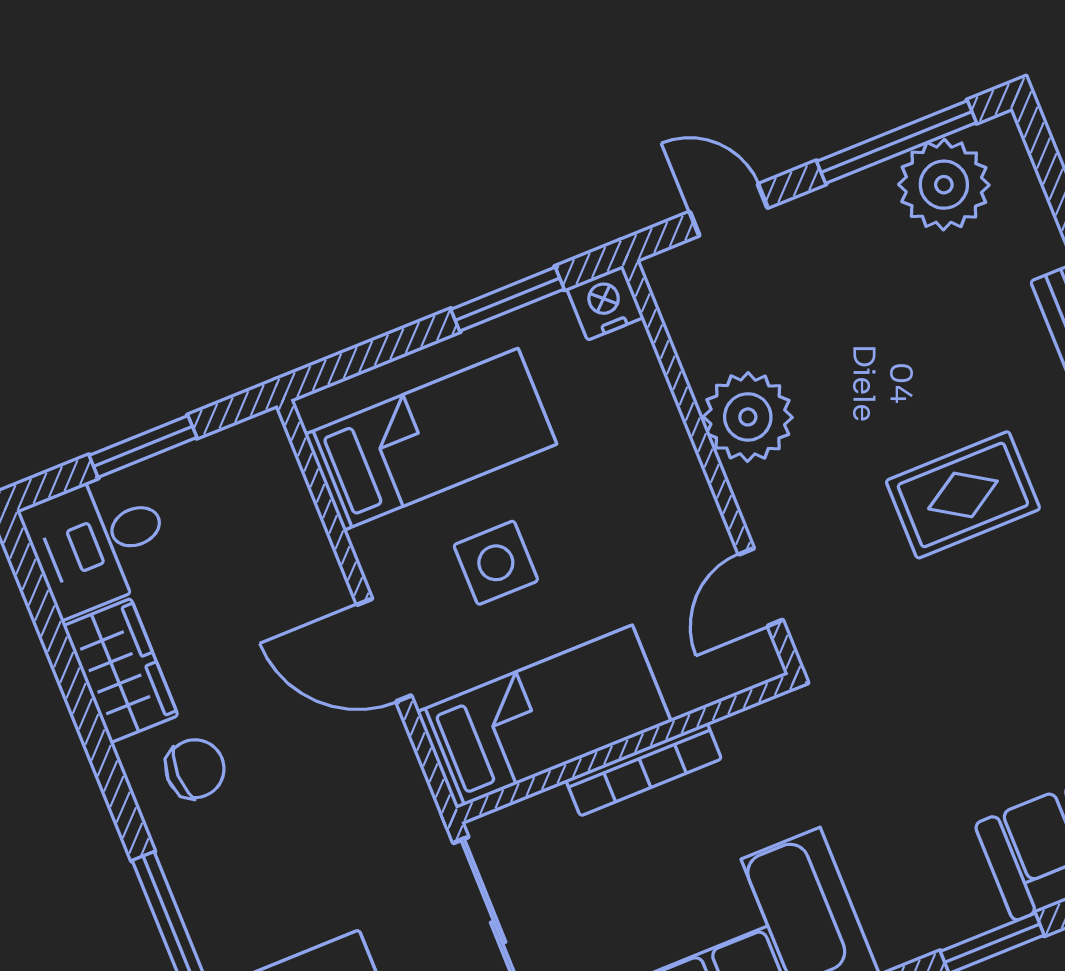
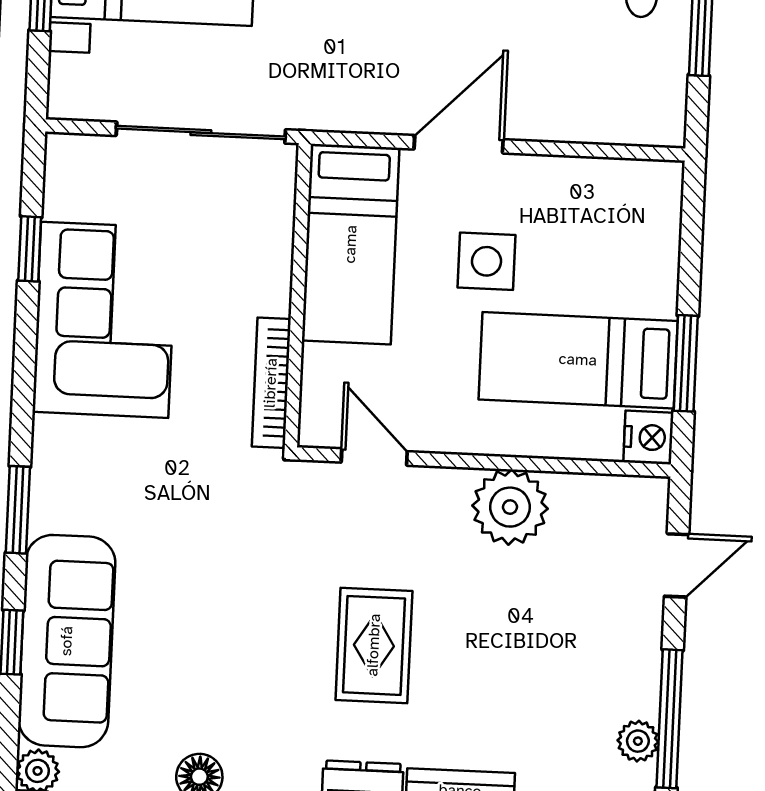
plant: (944, 185) -> (638, 741), width x0.53, depth x0.53
bed: (431, 439) -> (578, 360), moved, turned 90
bookcase: (644, 769) -> (271, 383), moved

